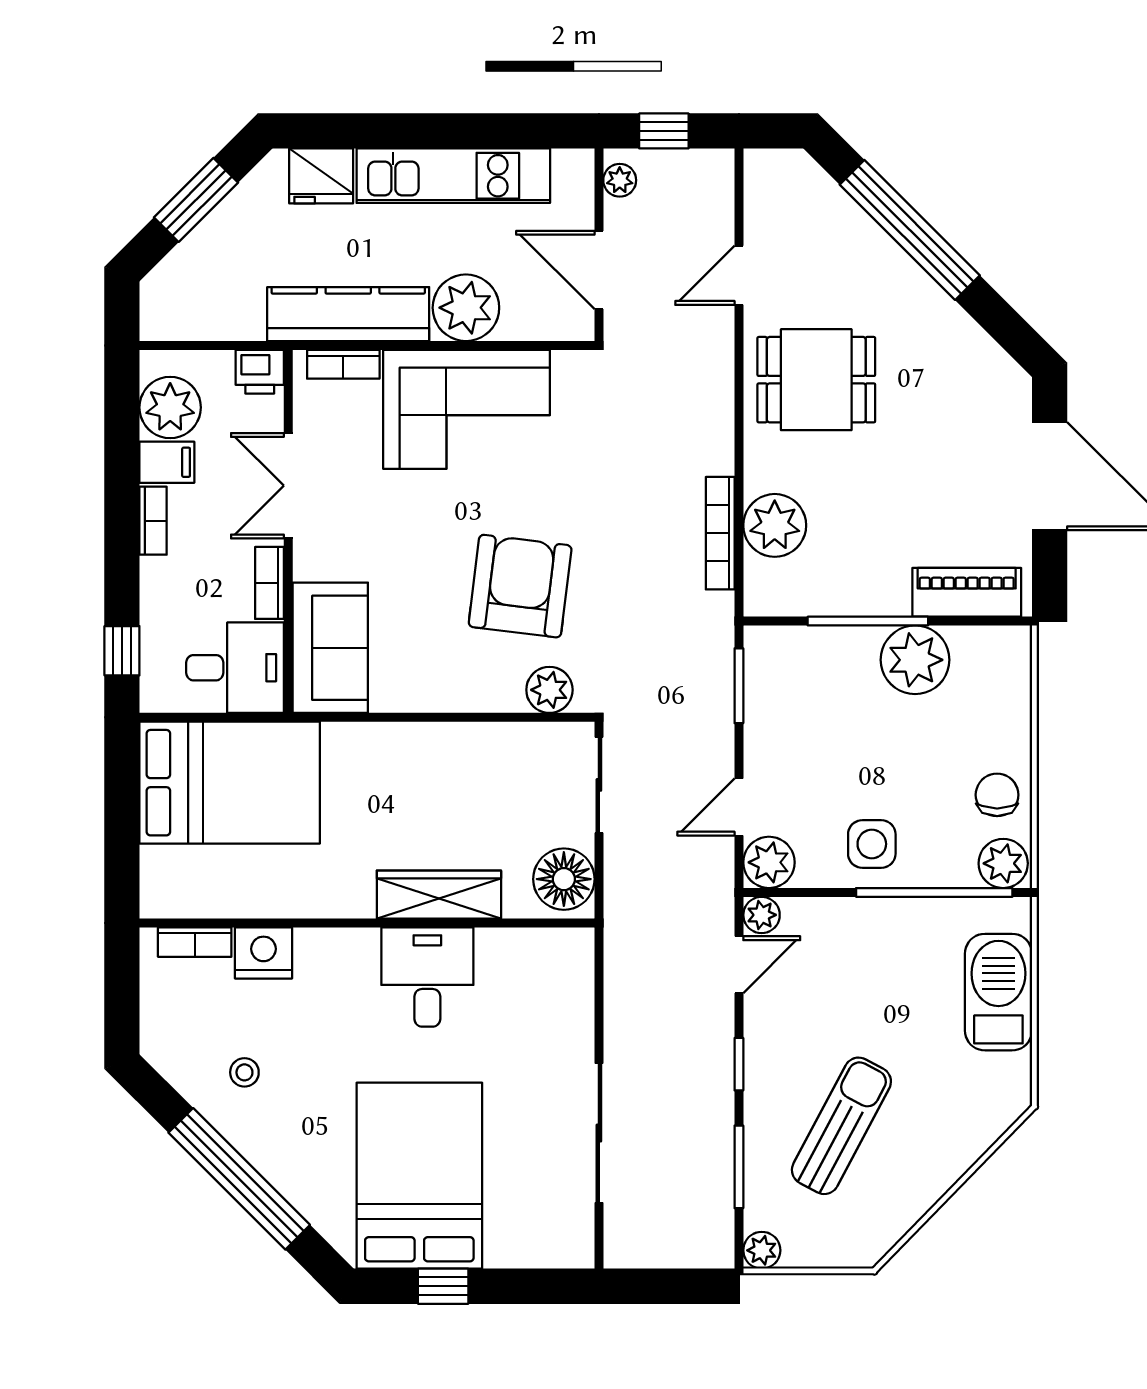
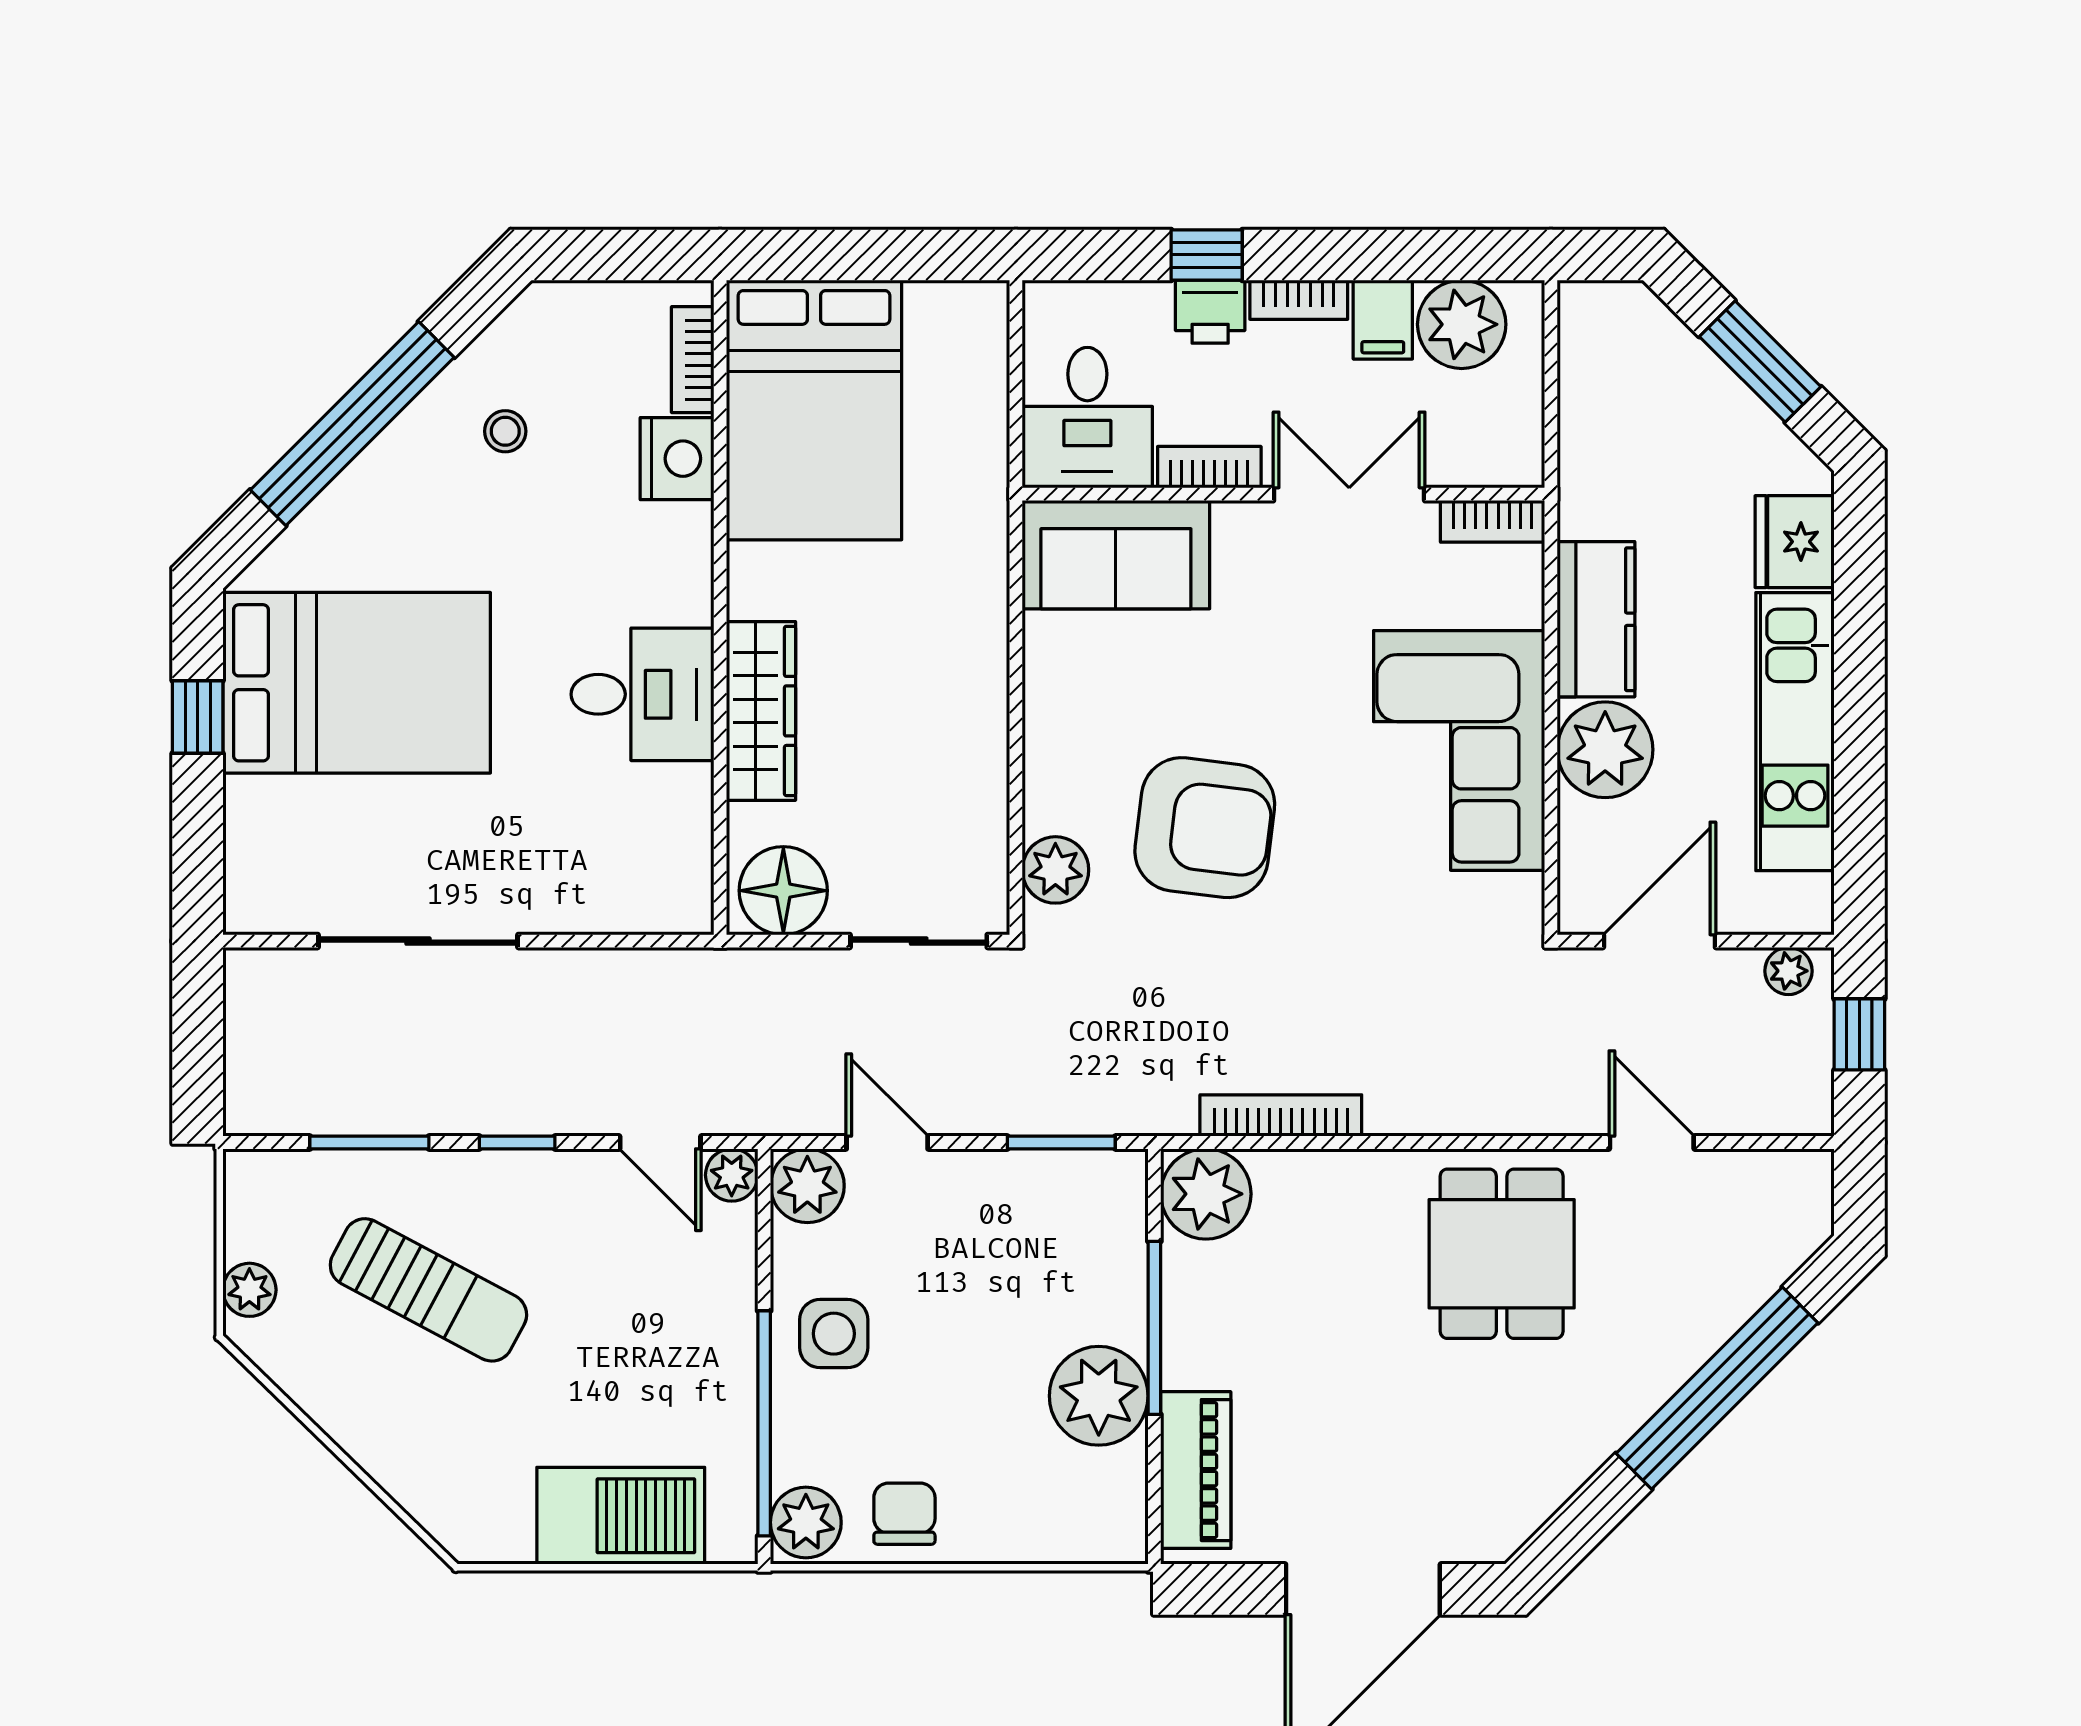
kitchen counter: (348, 314) -> (1596, 619), width x0.67
bookcase: (343, 364) -> (1493, 521), moved, turned -90
printer: (260, 372) -> (1210, 312), moved, turned -90
plant: (775, 525) -> (1206, 1194), moved
window: (122, 651) -> (1207, 255), moved
bed: (230, 783) -> (814, 410), moved
chair: (997, 795) -> (904, 1514), turned -90
plant: (762, 1250) -> (249, 1290), moved

